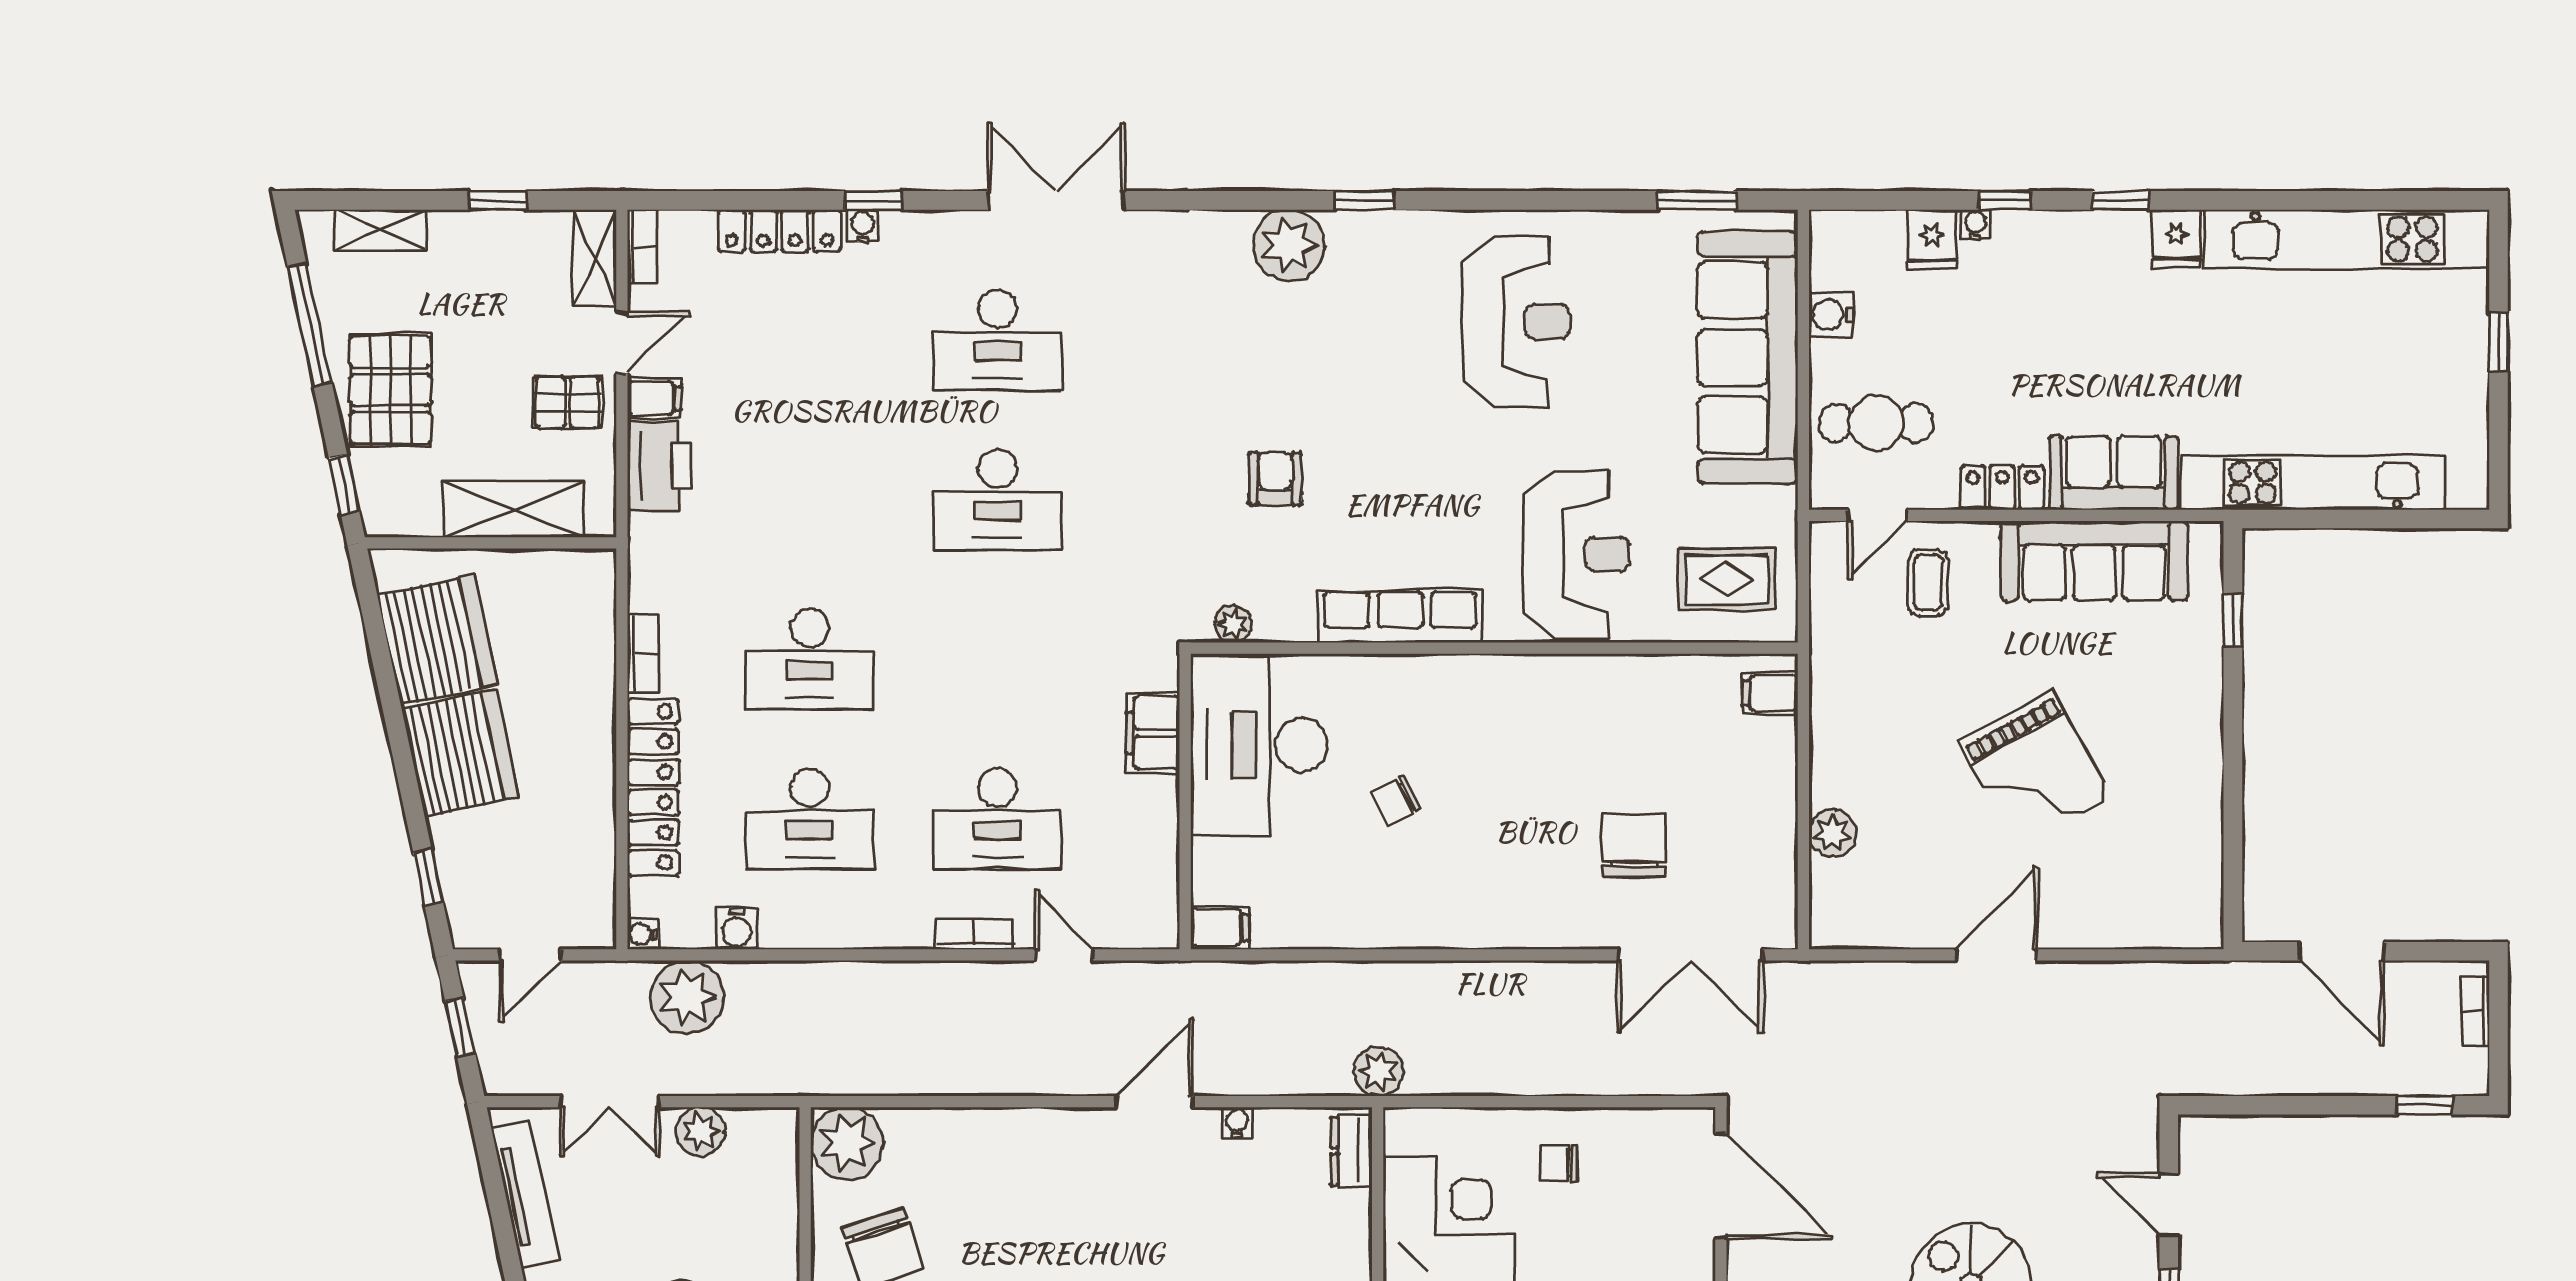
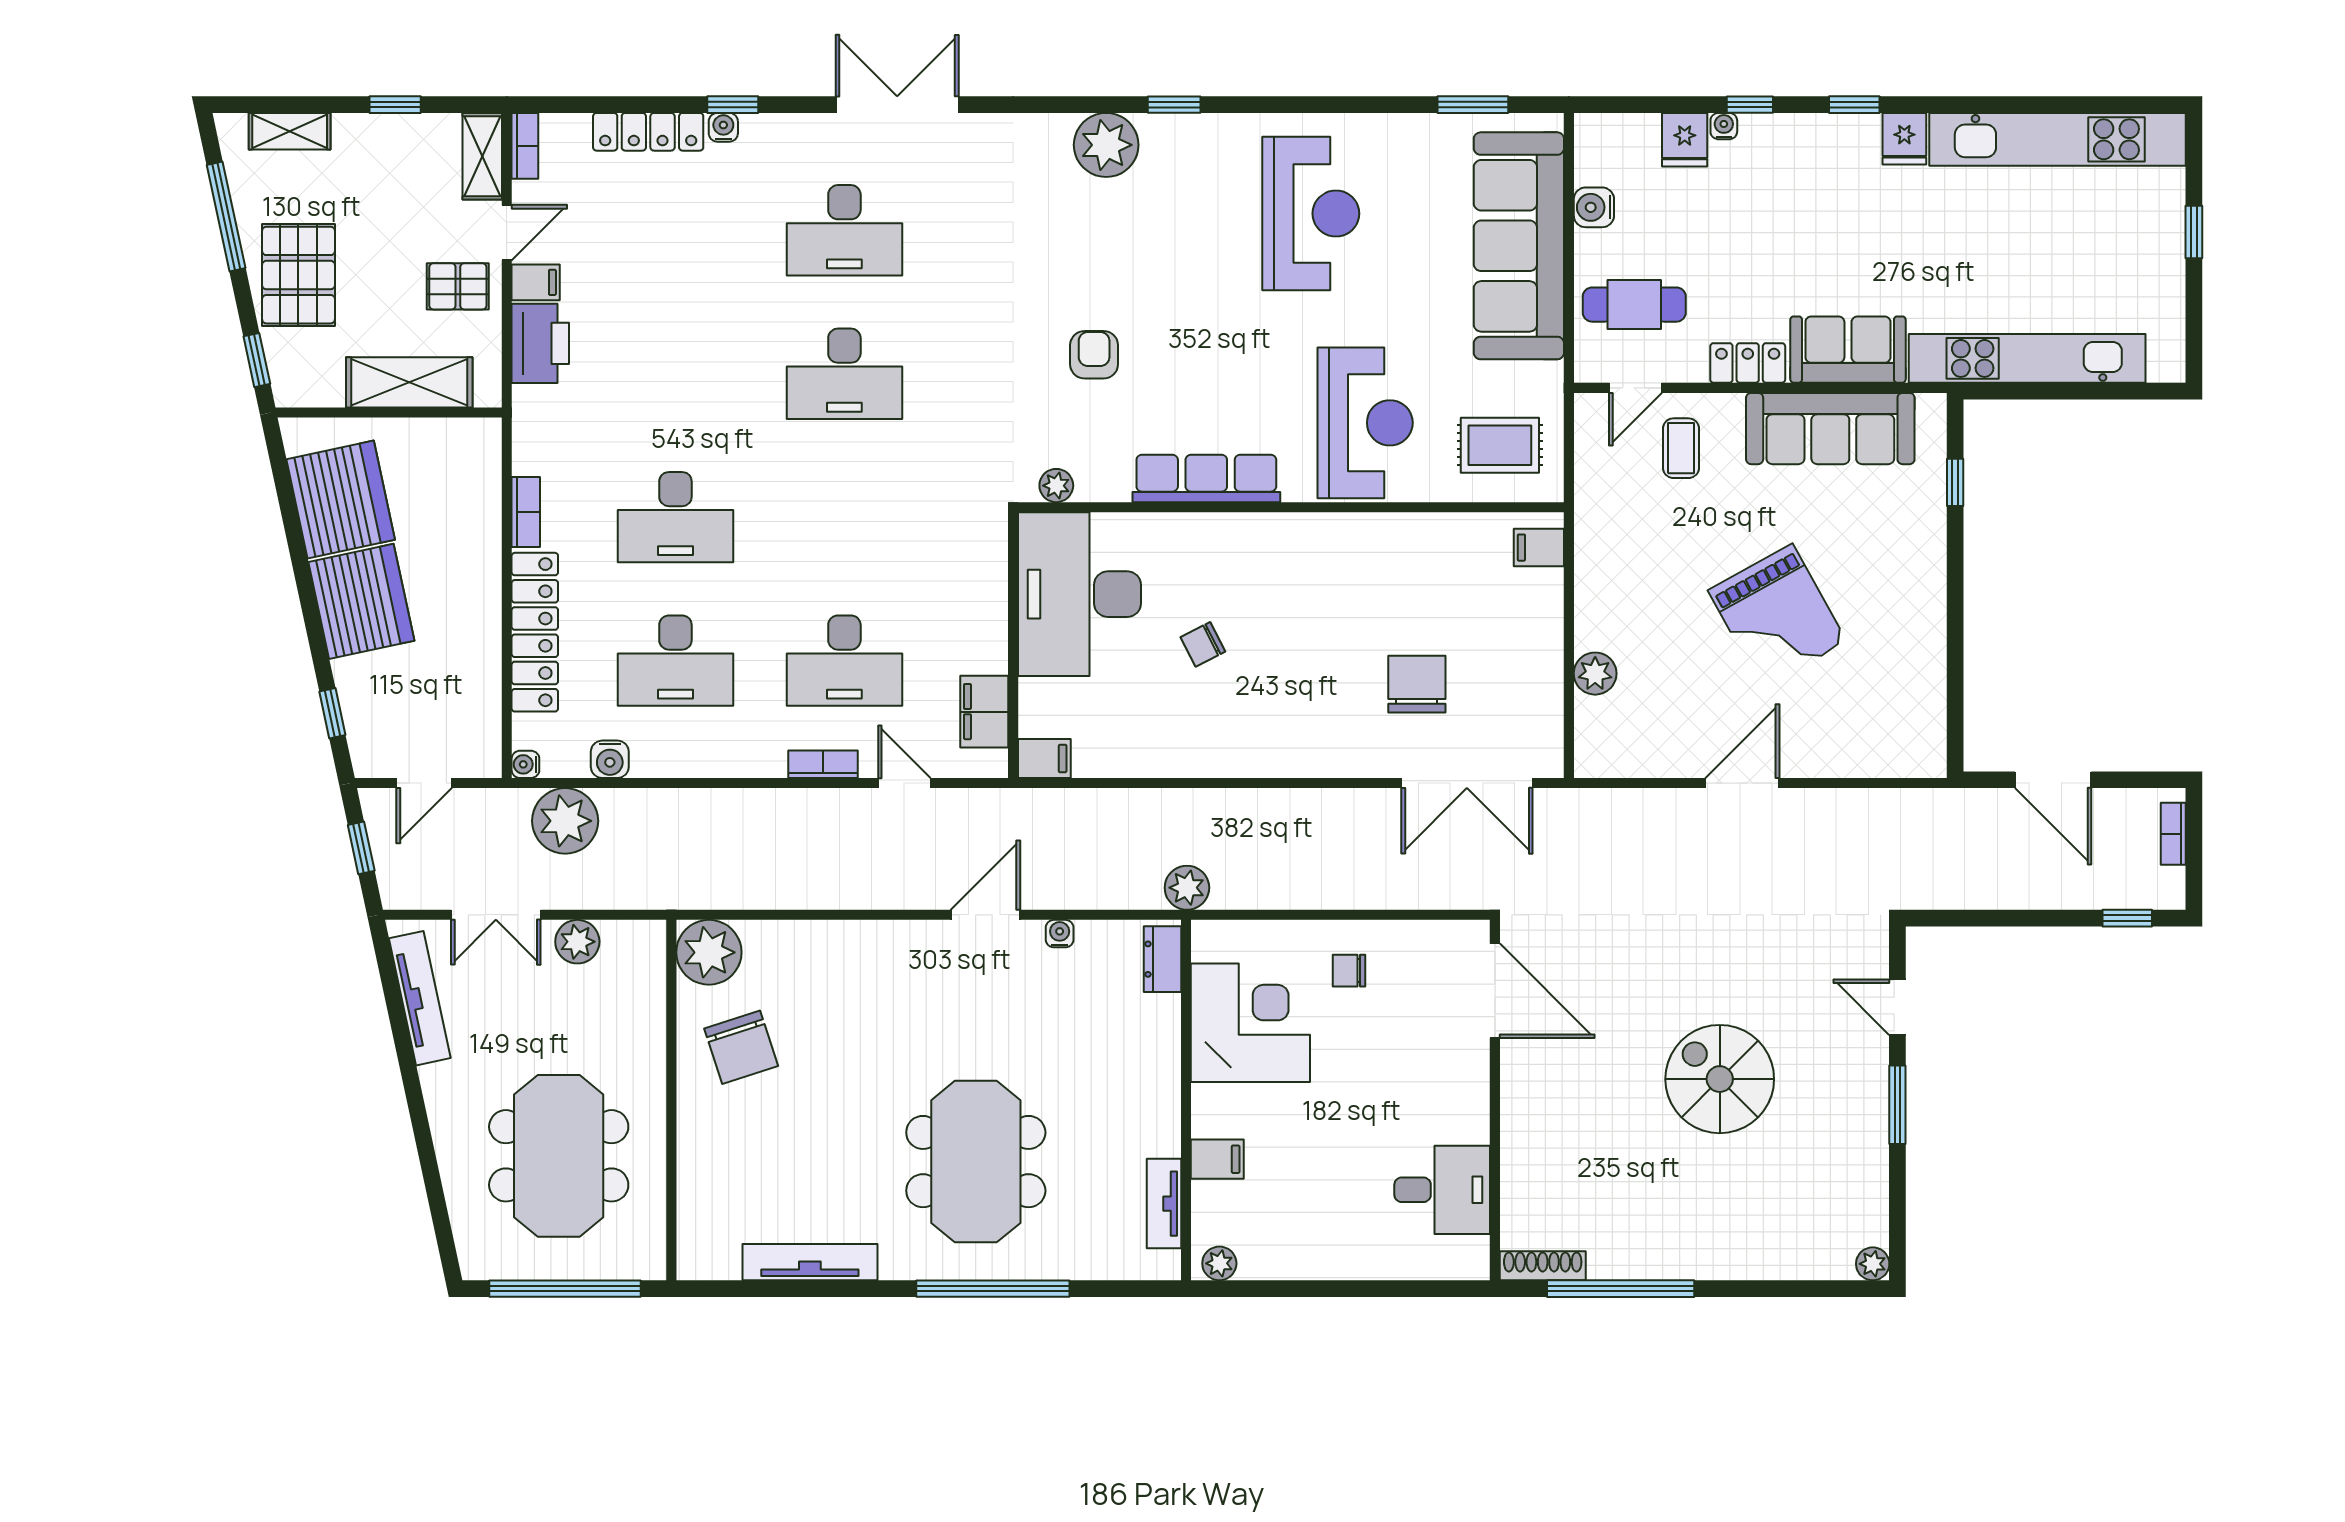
filing cabinet: (1153, 733) -> (984, 712), moved

